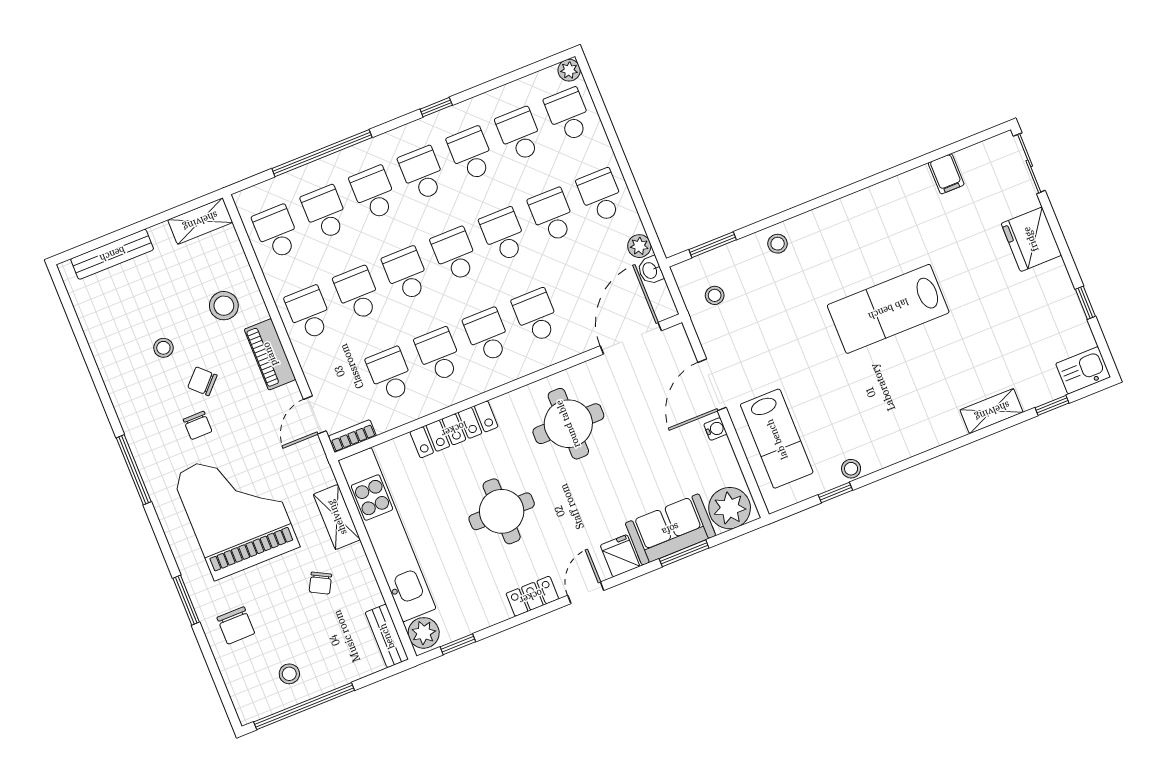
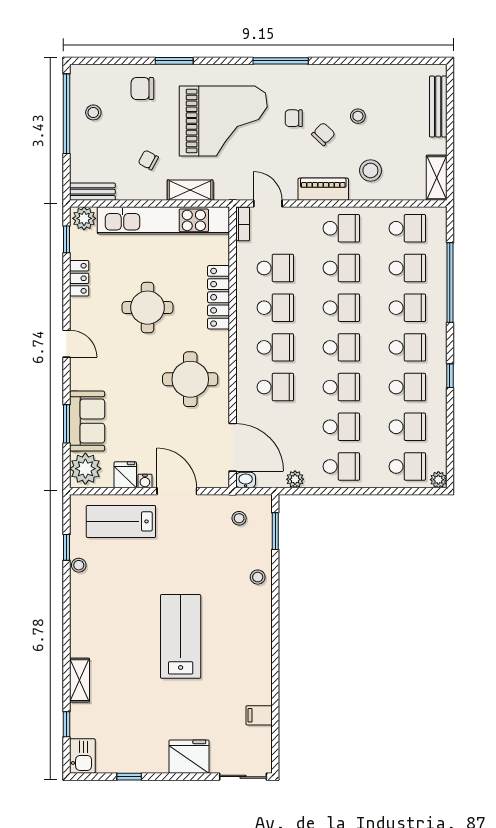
washbasin: (650, 270) -> (246, 480), moved
fridge: (620, 556) -> (125, 475), moved, turned -90
locker: (532, 596) -> (79, 278), moved

